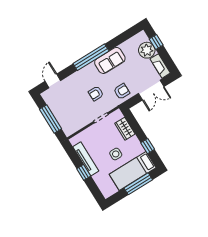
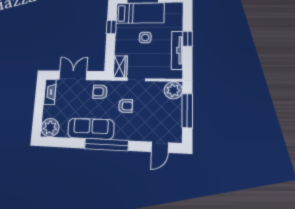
window: (156, 42) -> (38, 116), removed
plant: (147, 50) -> (50, 128), moved
sofa: (110, 60) -> (91, 129), width x1.36
plant: (69, 127) -> (173, 90), added
wardrobe: (125, 129) -> (120, 67), moved

